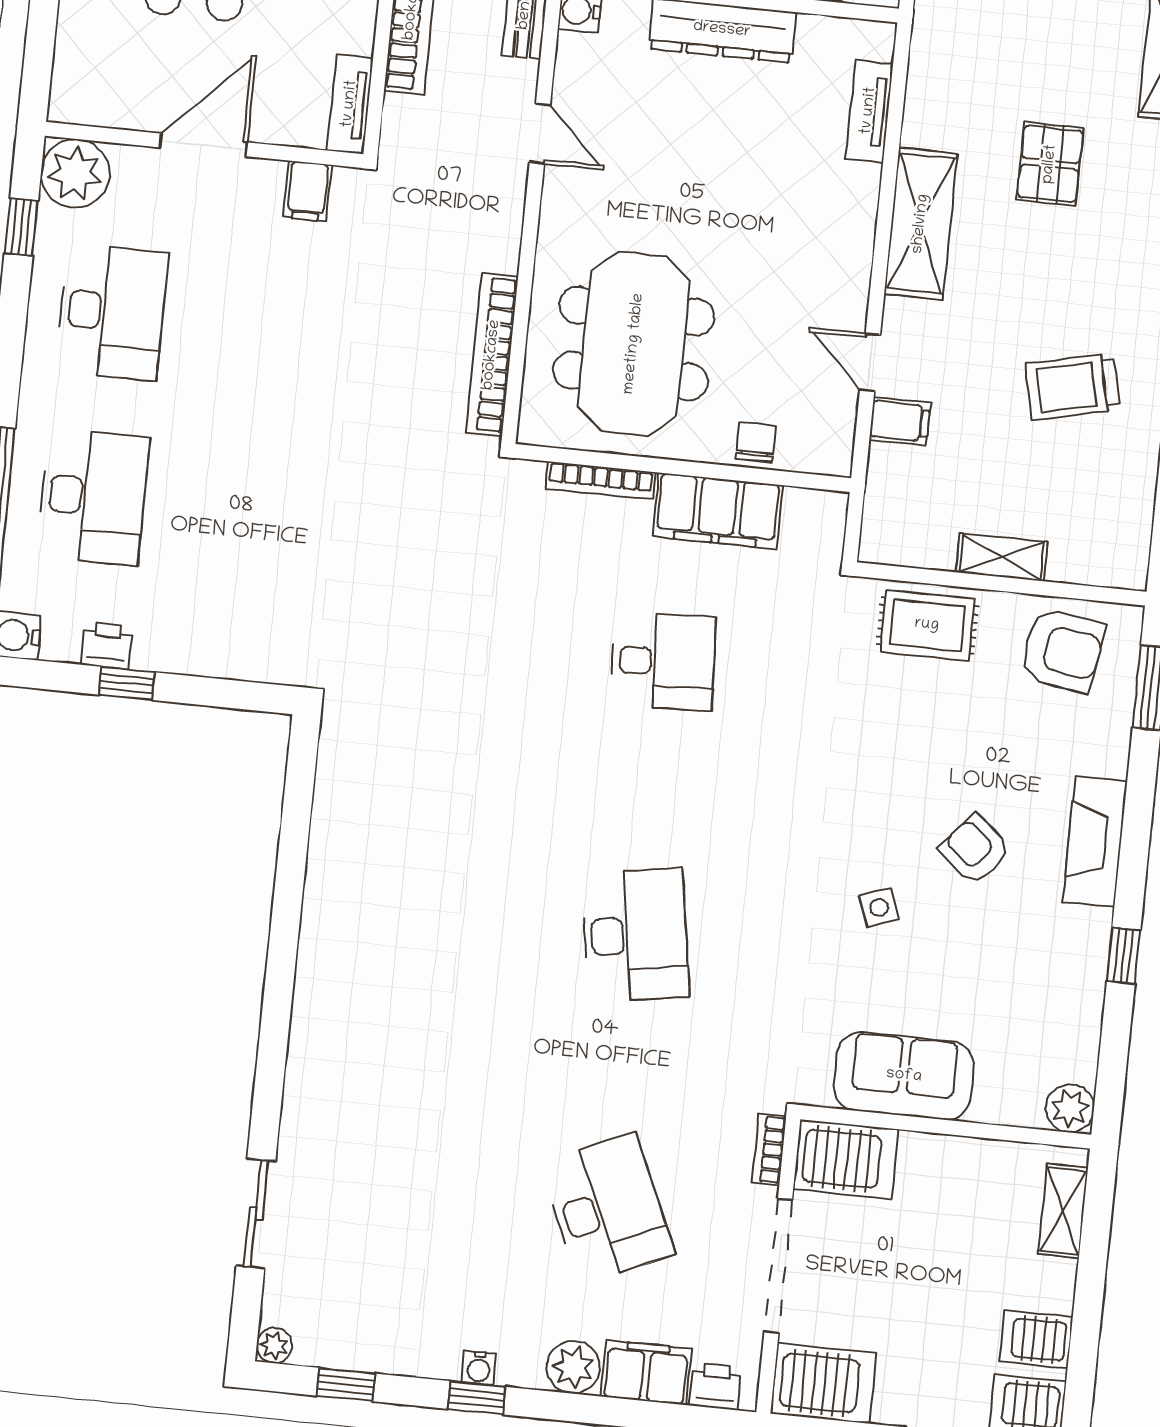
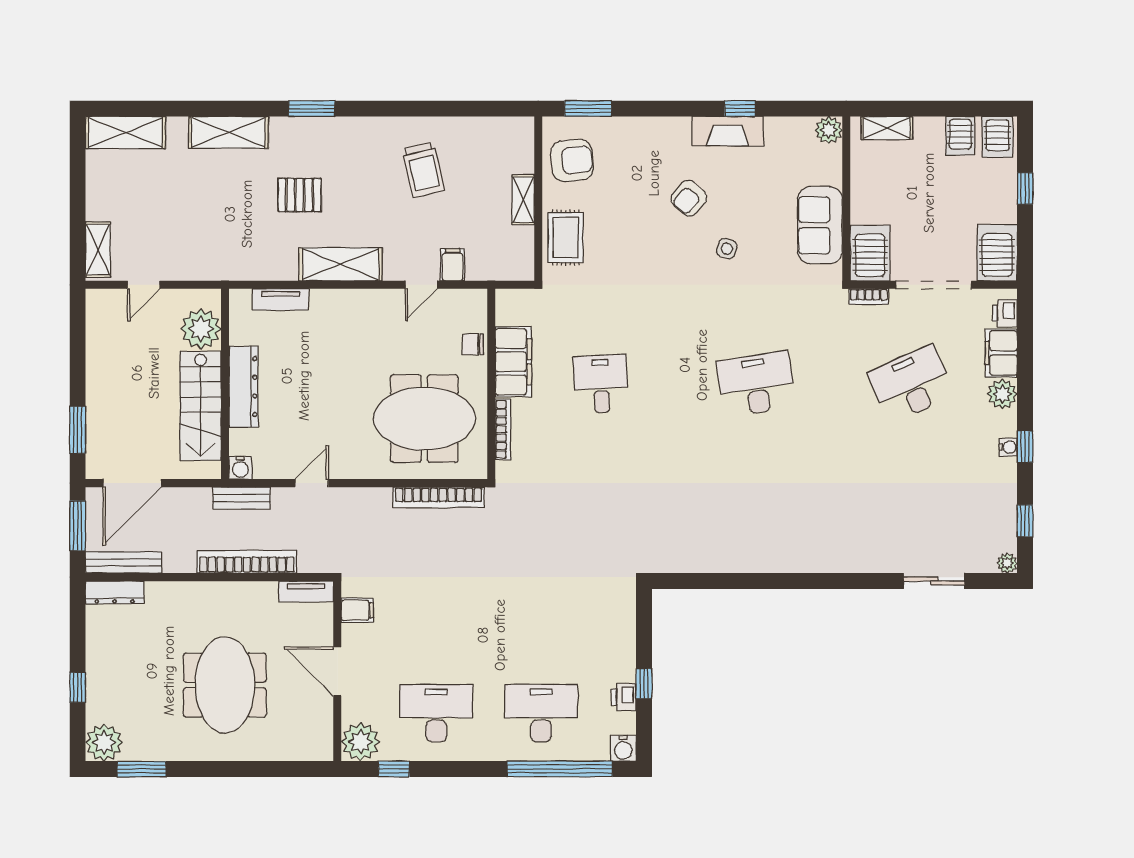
armchair: (1062, 650) -> (572, 160), turned 75
fireplace: (1095, 842) -> (728, 131), moved
side table: (879, 907) -> (727, 249), turned 36

